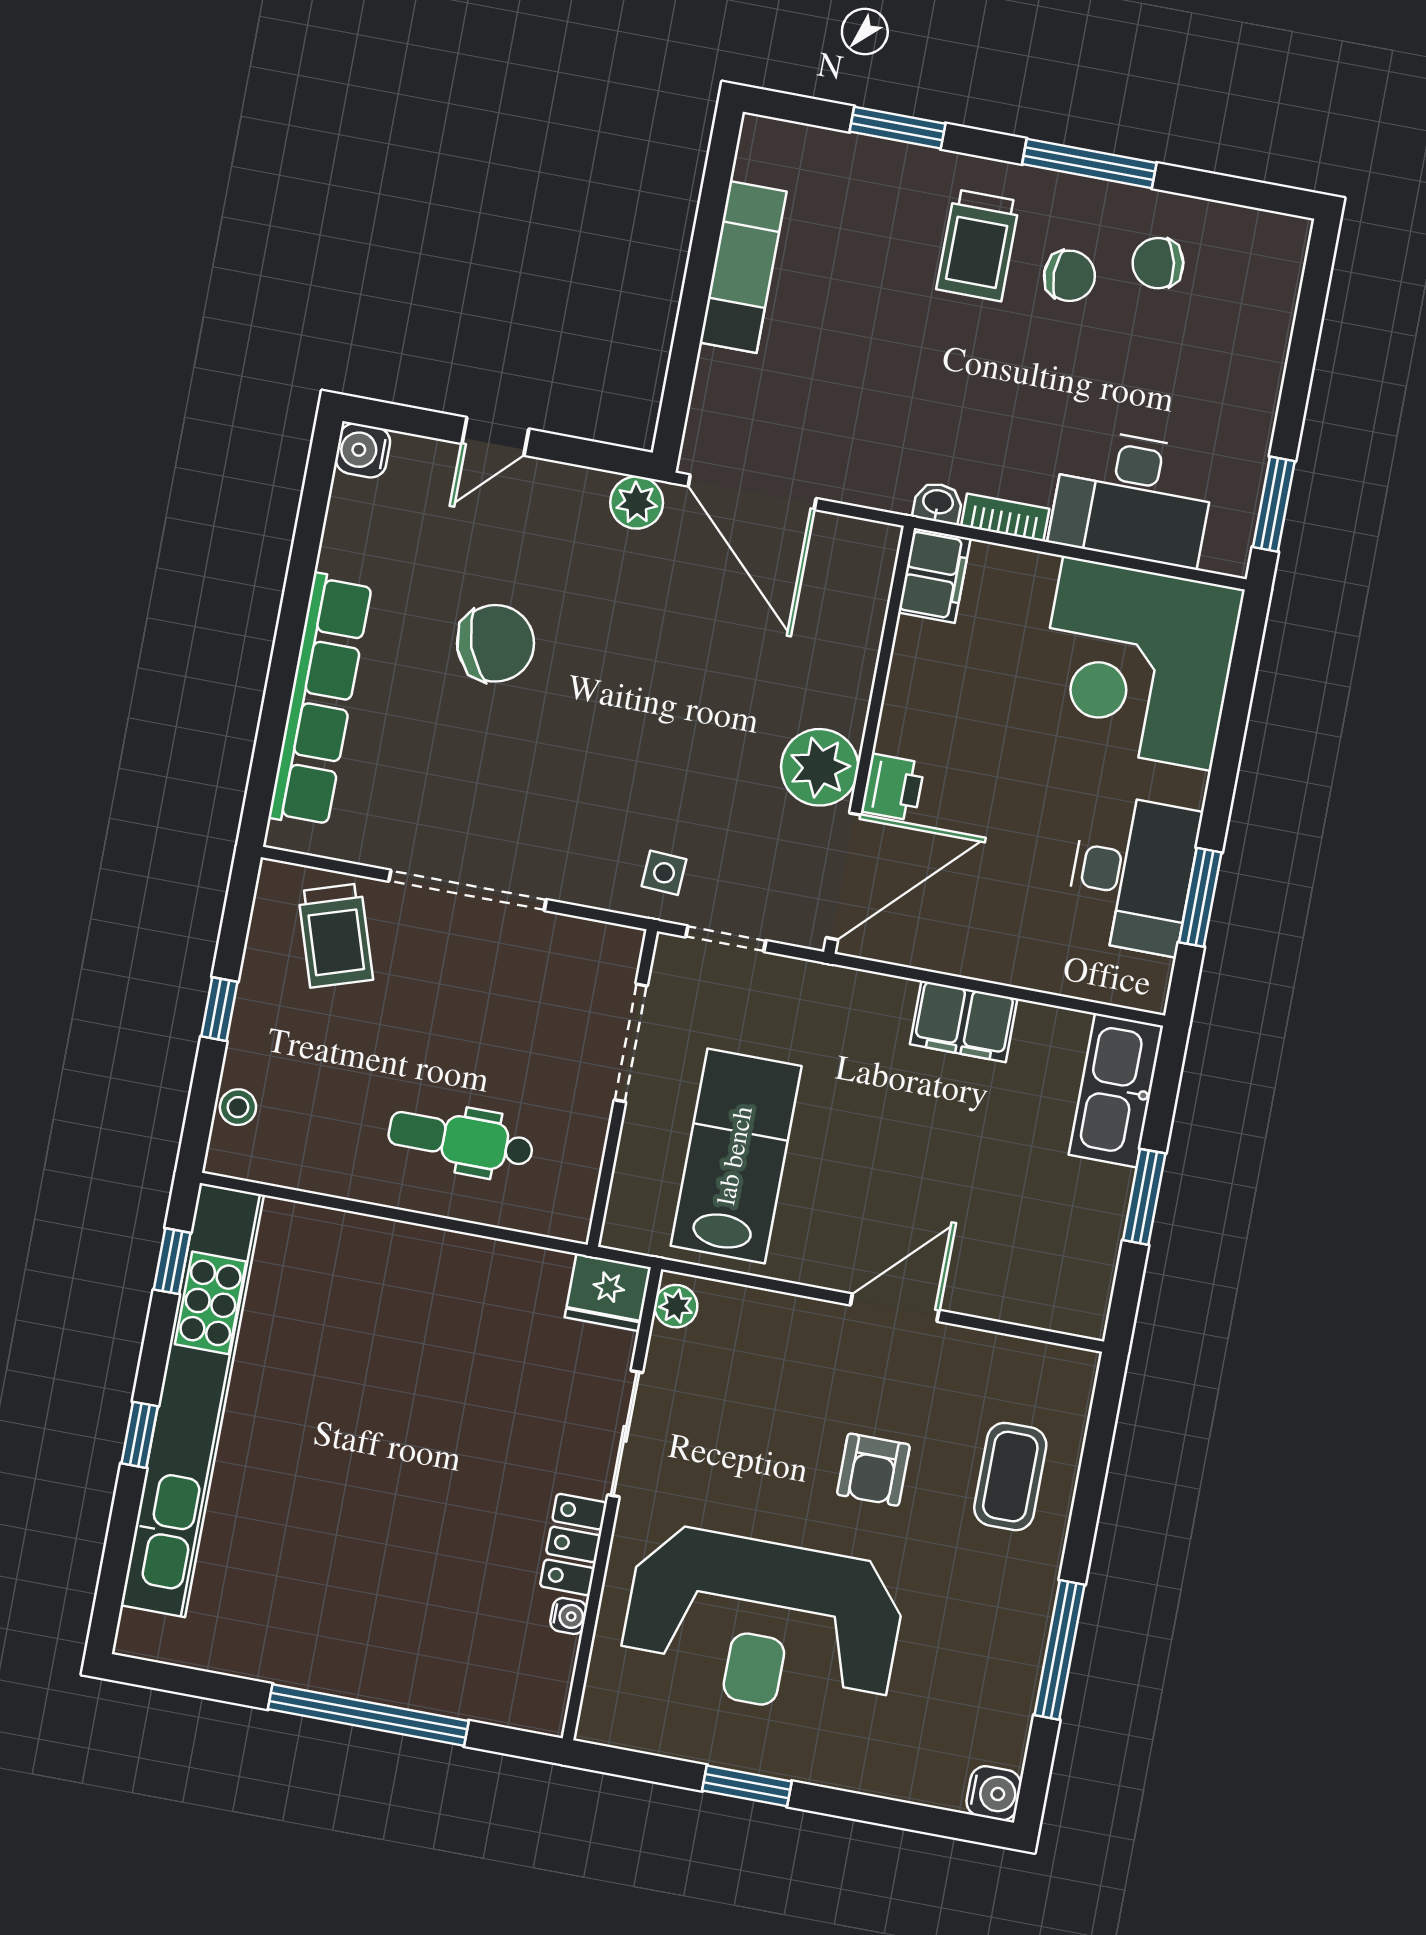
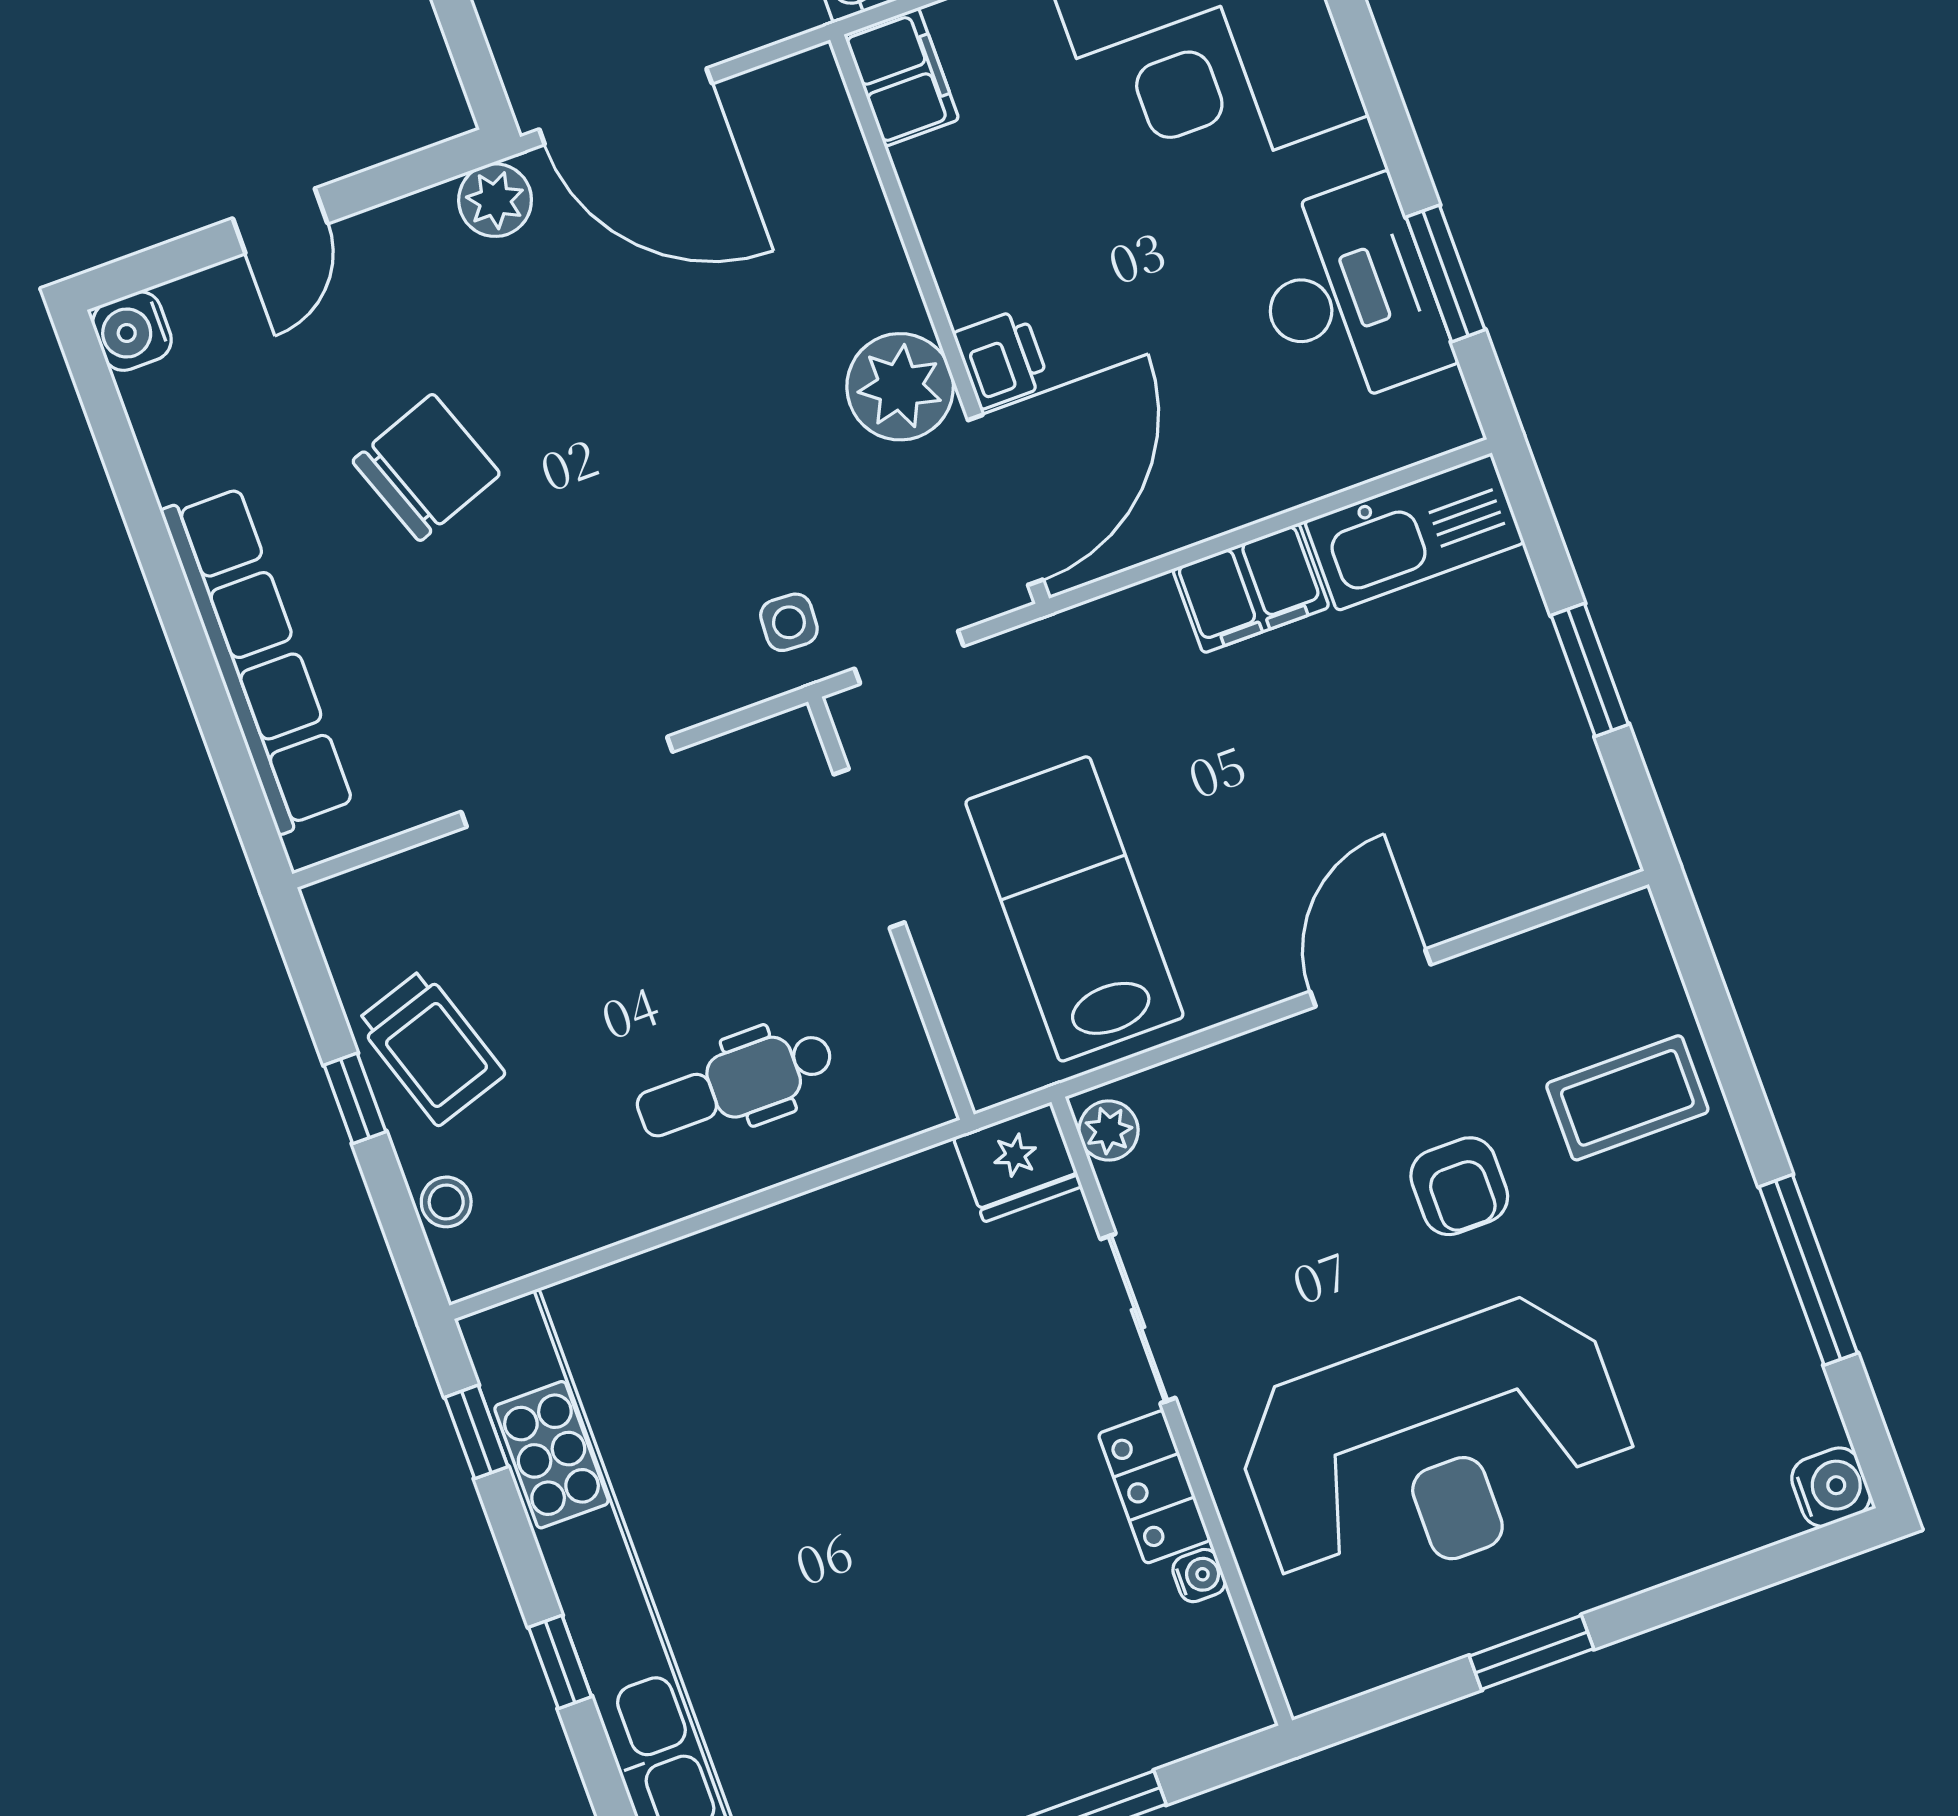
trolley: (335, 936) -> (431, 1048), moved
kitchen sink: (1116, 1090) -> (1414, 532), moved, turned -90
coffee table: (1010, 1477) -> (1627, 1098), turned 90

